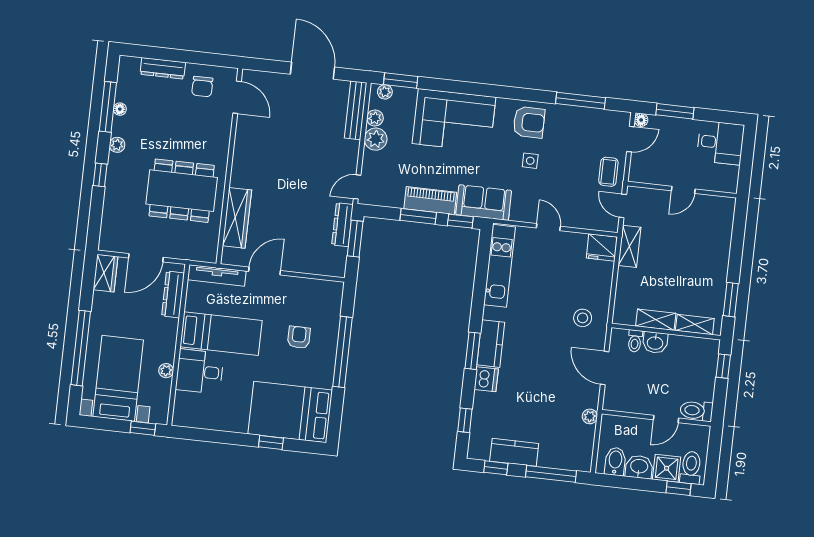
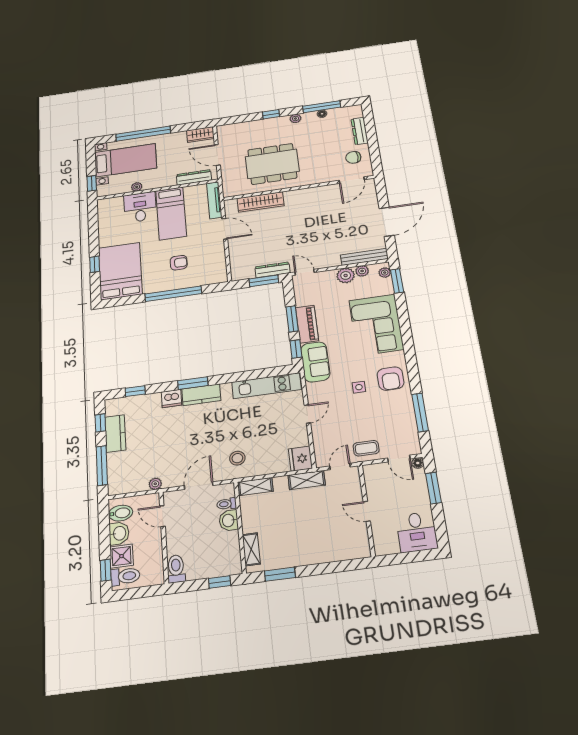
dining table: (182, 191) -> (272, 164), turned 90
shelving: (656, 320) -> (255, 487), moved, turned 90
door: (666, 419) -> (162, 516), moved

